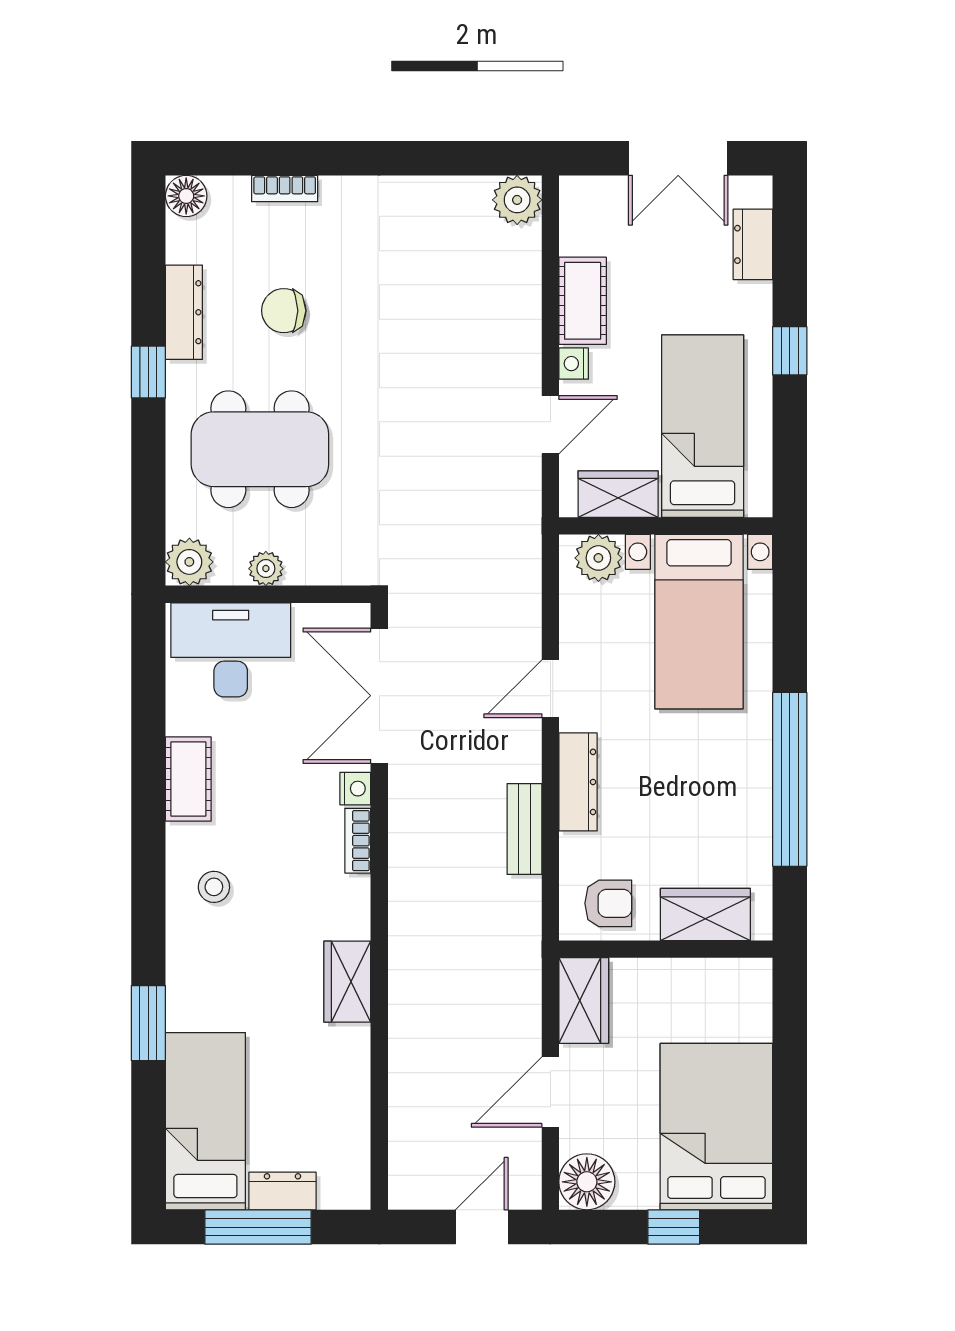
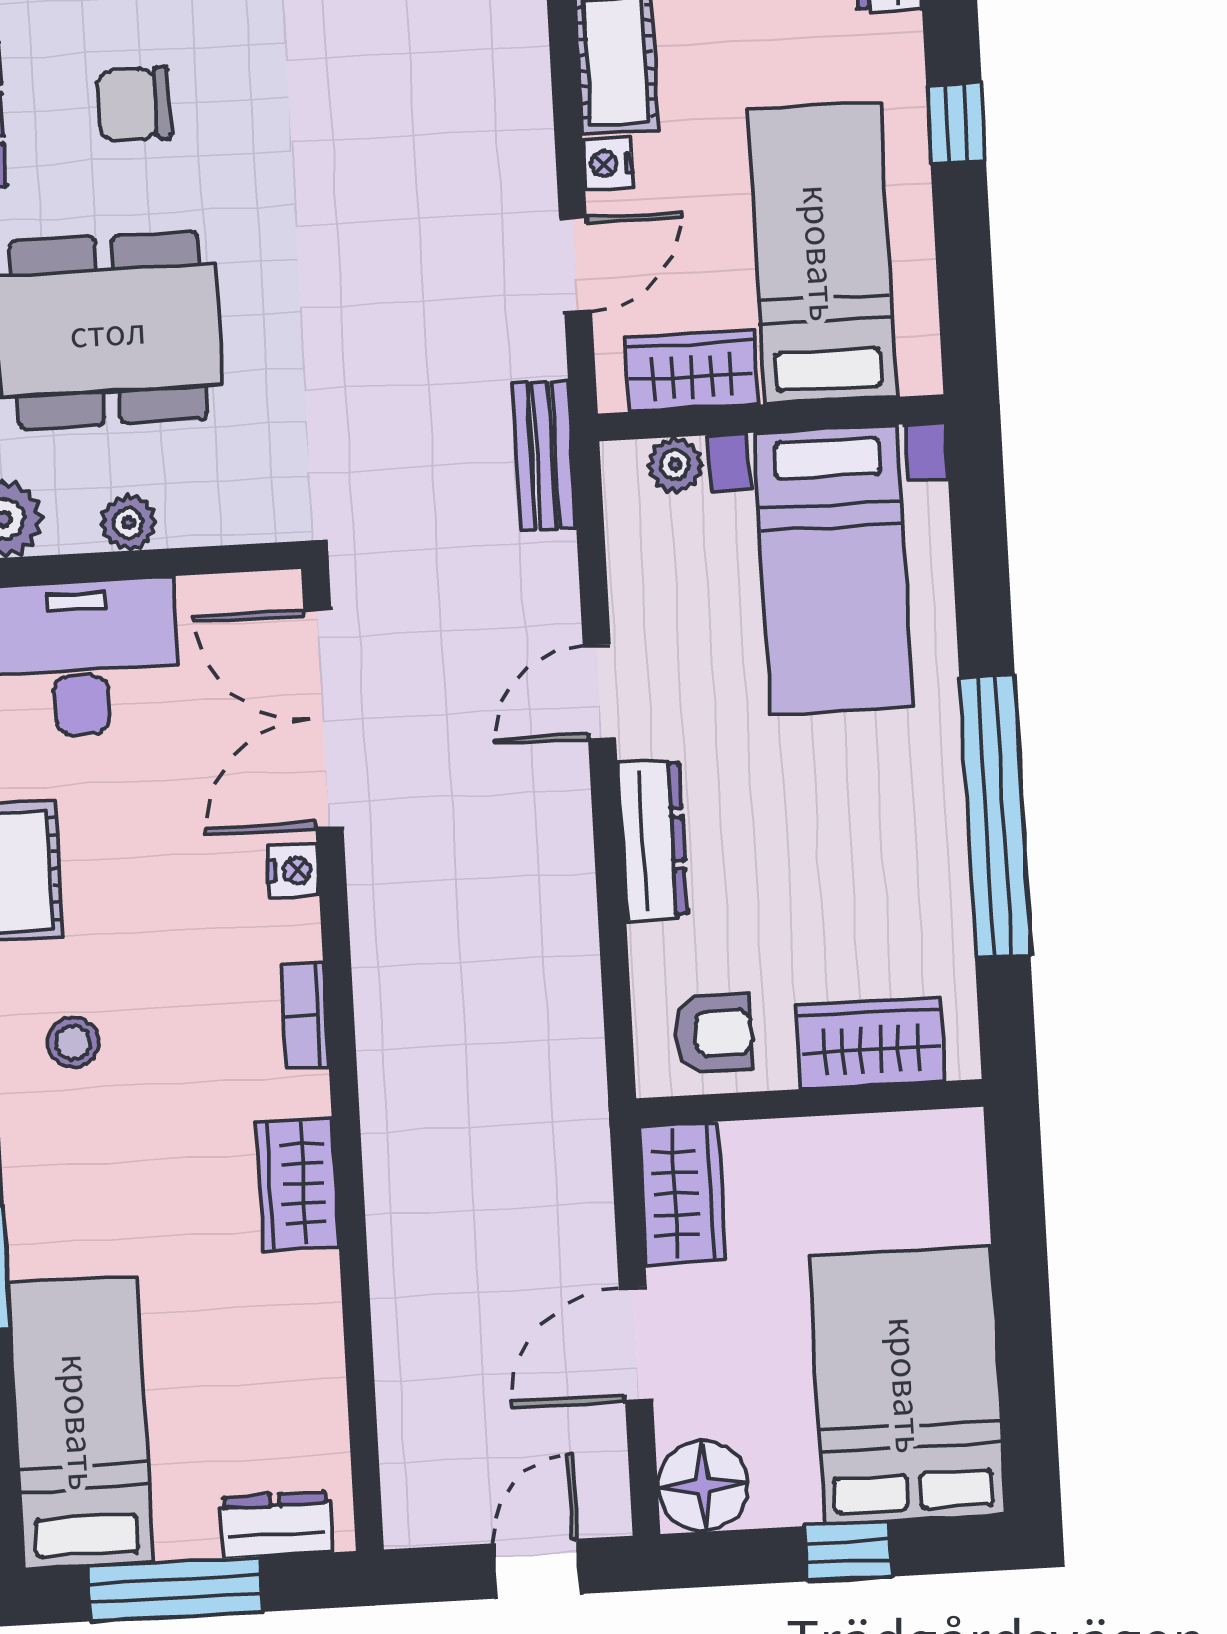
plant: (598, 558) -> (675, 465), width x0.73, depth x0.73
bench: (524, 829) -> (544, 455), moved
bookcase: (358, 841) -> (305, 1016), moved
dresser: (282, 1191) -> (276, 1525), moved

